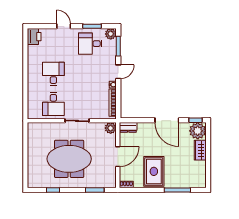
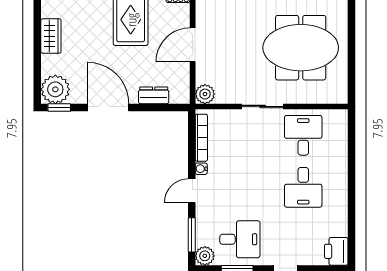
dresser: (128, 127) -> (154, 95), moved
wardrobe: (200, 150) -> (51, 36), moved
meeting table: (69, 159) -> (301, 48), moved

